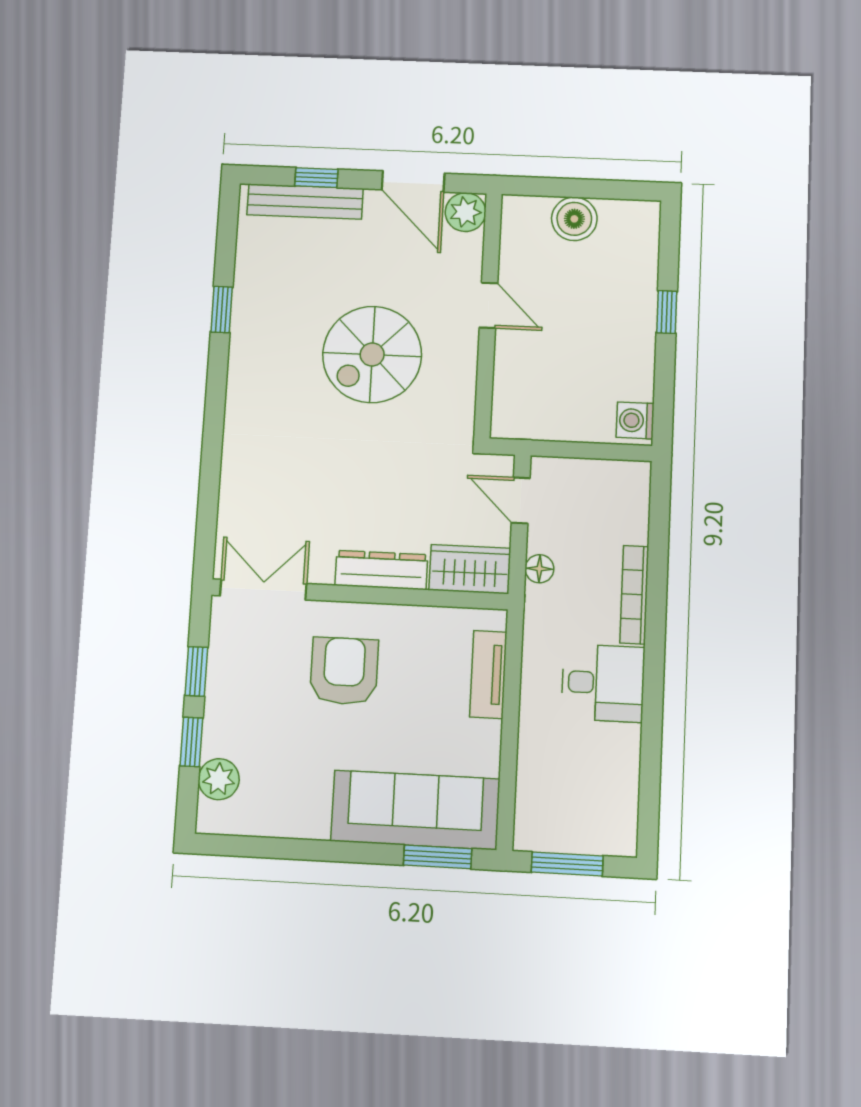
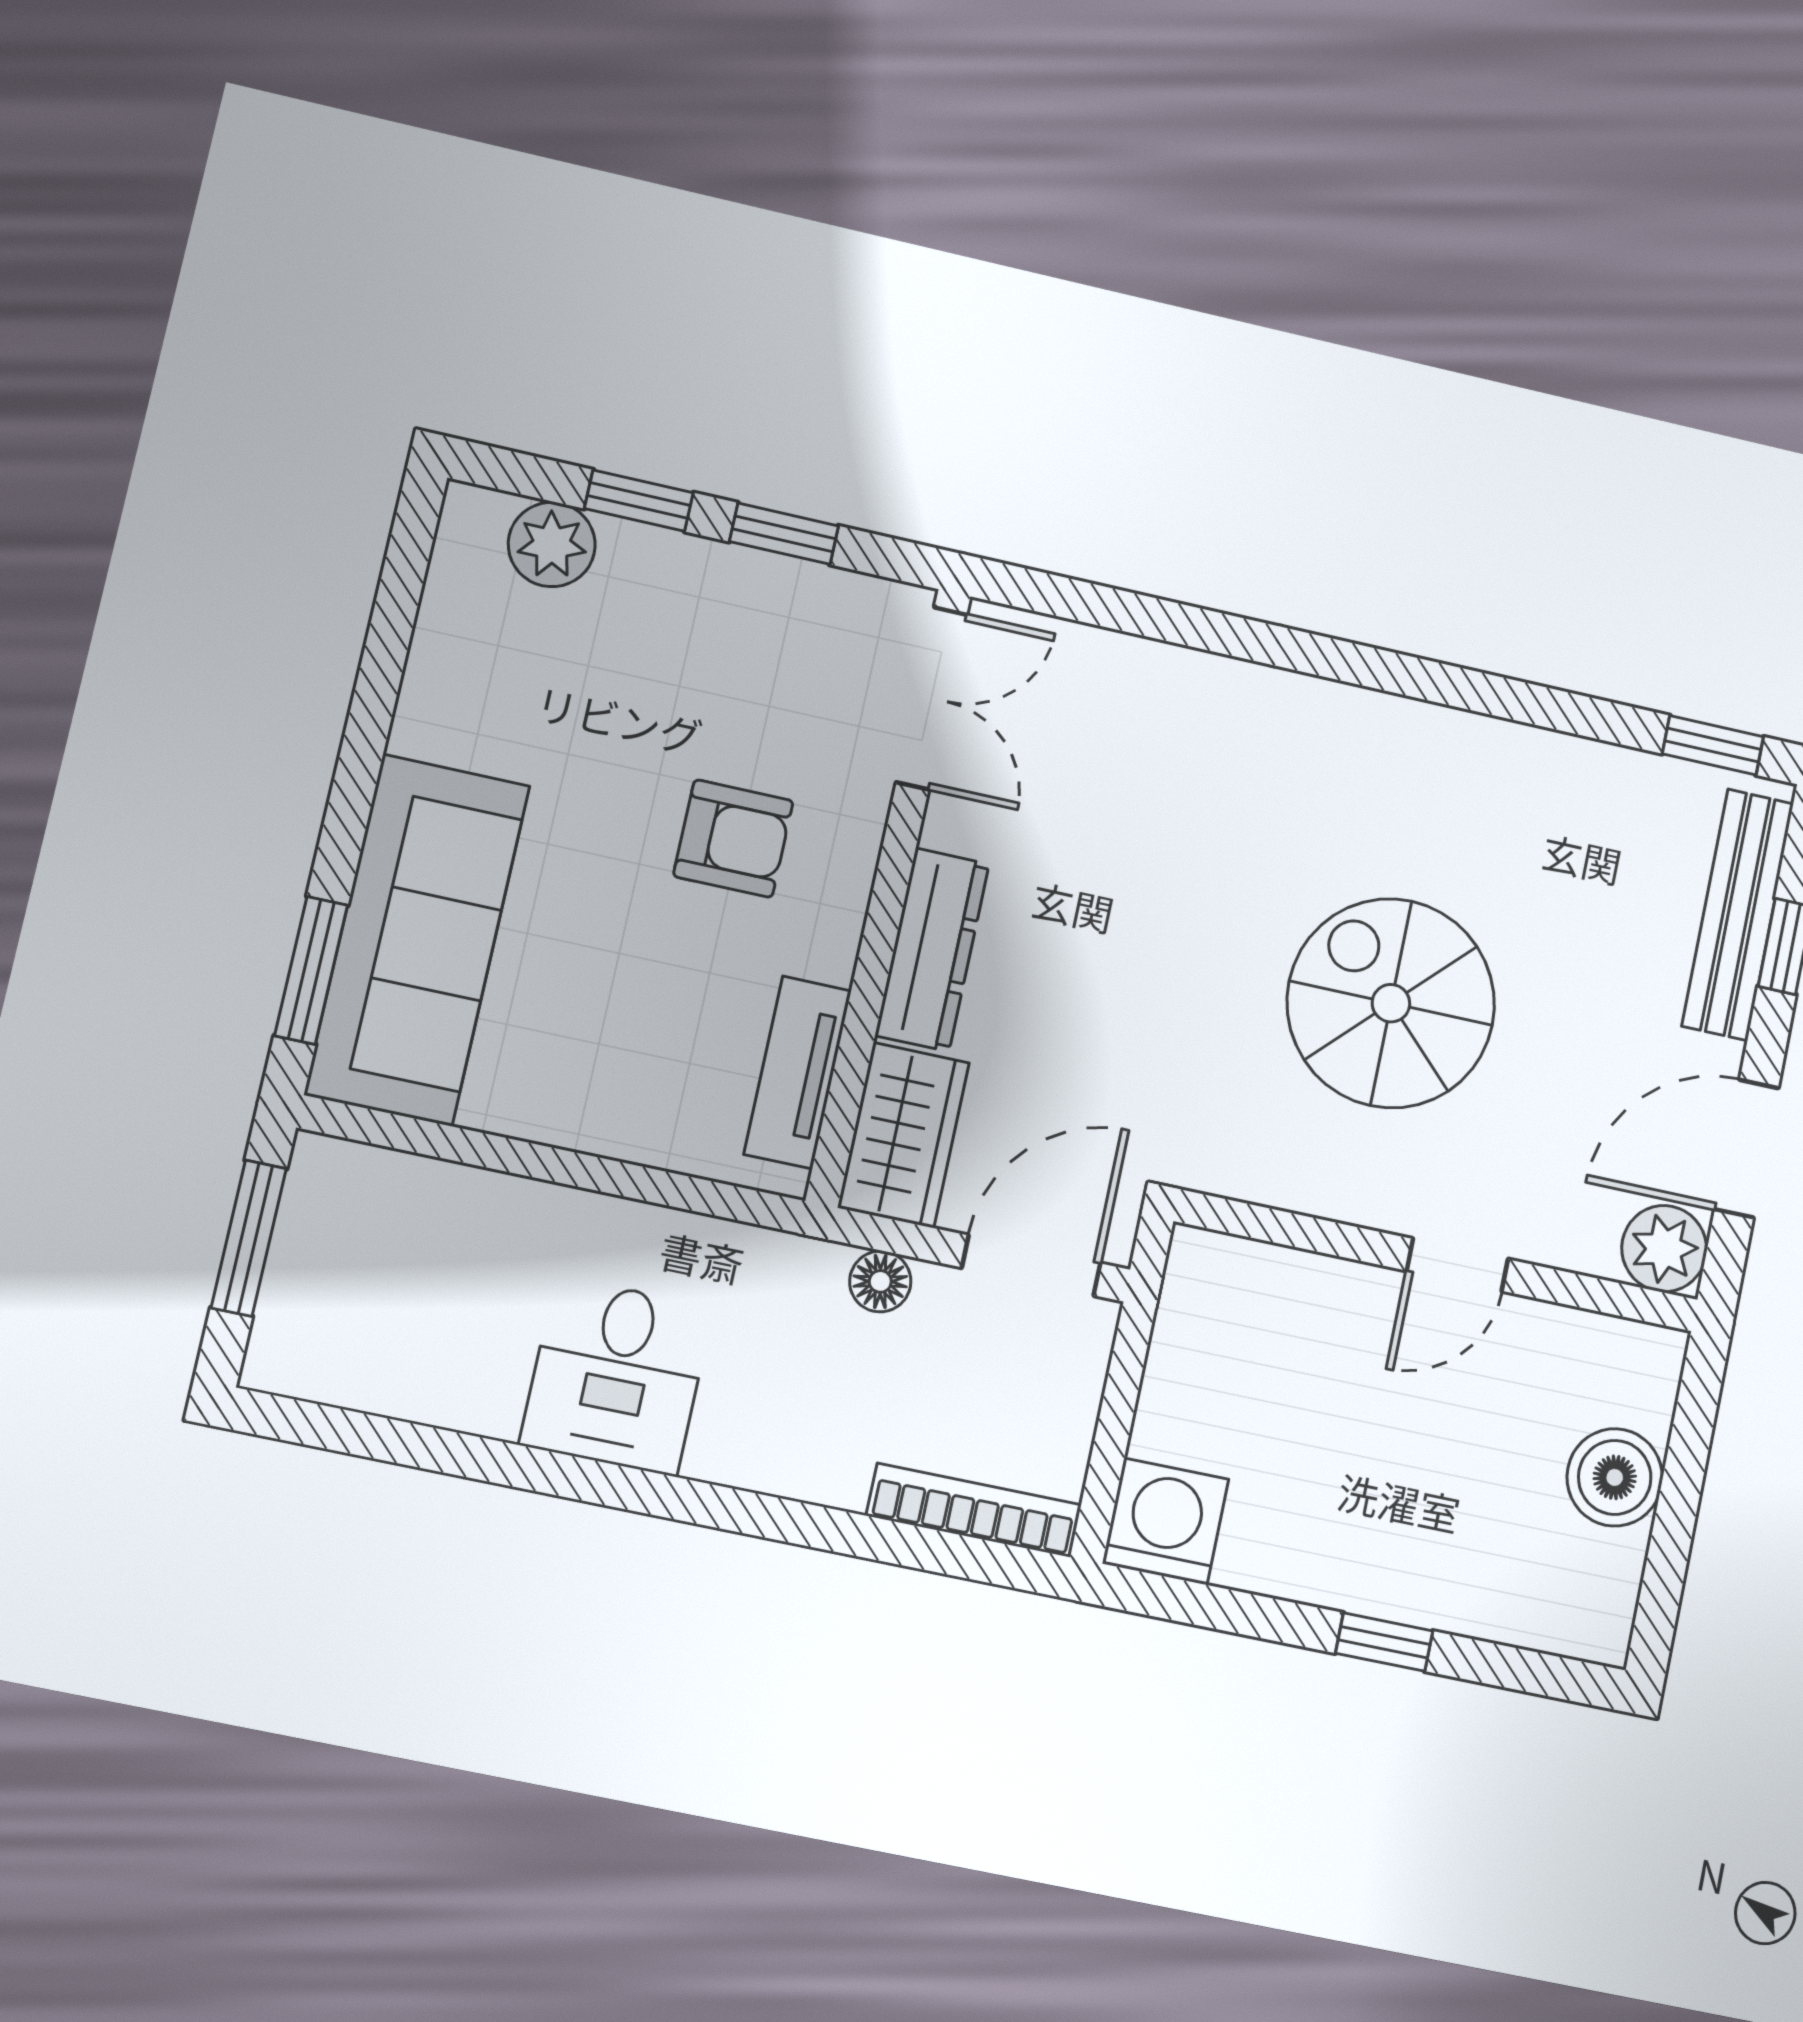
window: (222, 309) -> (1713, 745), moved
washing machine: (635, 420) -> (1166, 1521), width x1.38, depth x1.38
door: (521, 501) -> (1031, 1265), width x1.38
bookcase: (634, 595) -> (974, 1510), moved
armchair: (344, 671) -> (733, 839), width x0.72, depth x0.72
tv unit: (488, 674) -> (798, 1072), moved, turned -90

